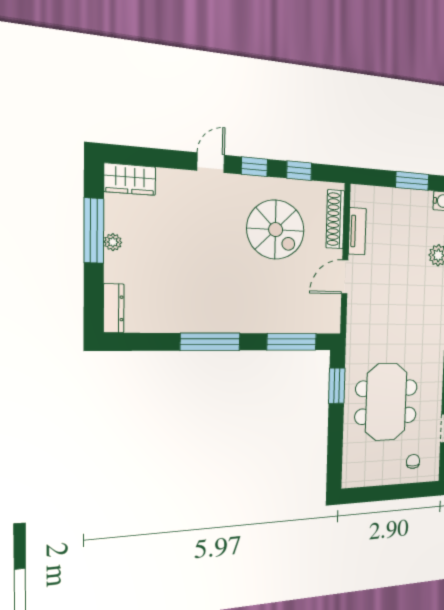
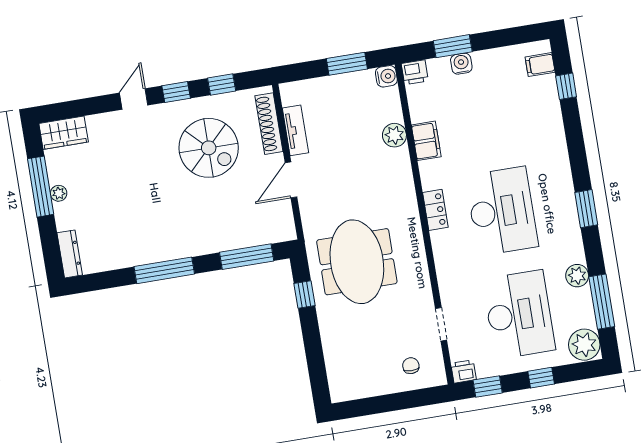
window: (337, 386) -> (304, 295), width x0.67
meeting table: (386, 402) -> (357, 262), moved

